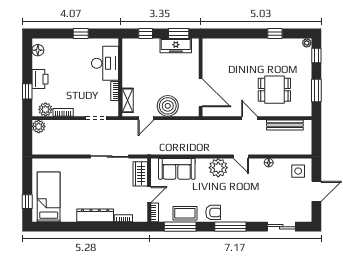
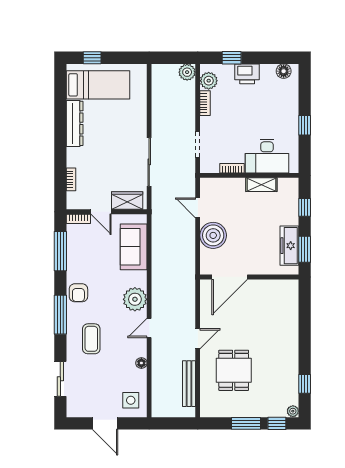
window: (275, 34) -> (305, 384), moved
window: (316, 91) -> (246, 423), moved
shelving: (128, 100) -> (261, 185), moved
coffee table: (185, 213) -> (91, 339), moved
dresser: (95, 215) -> (75, 123), moved

